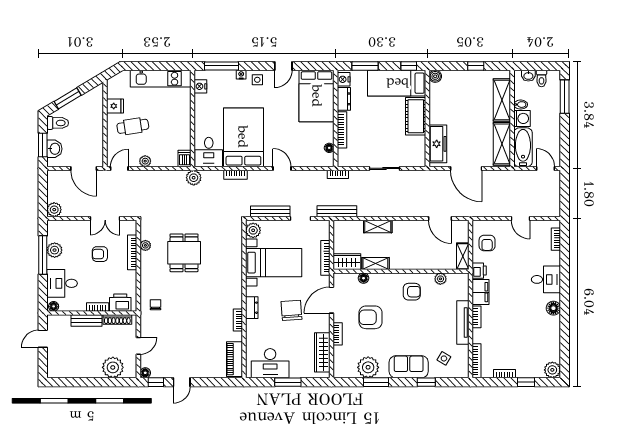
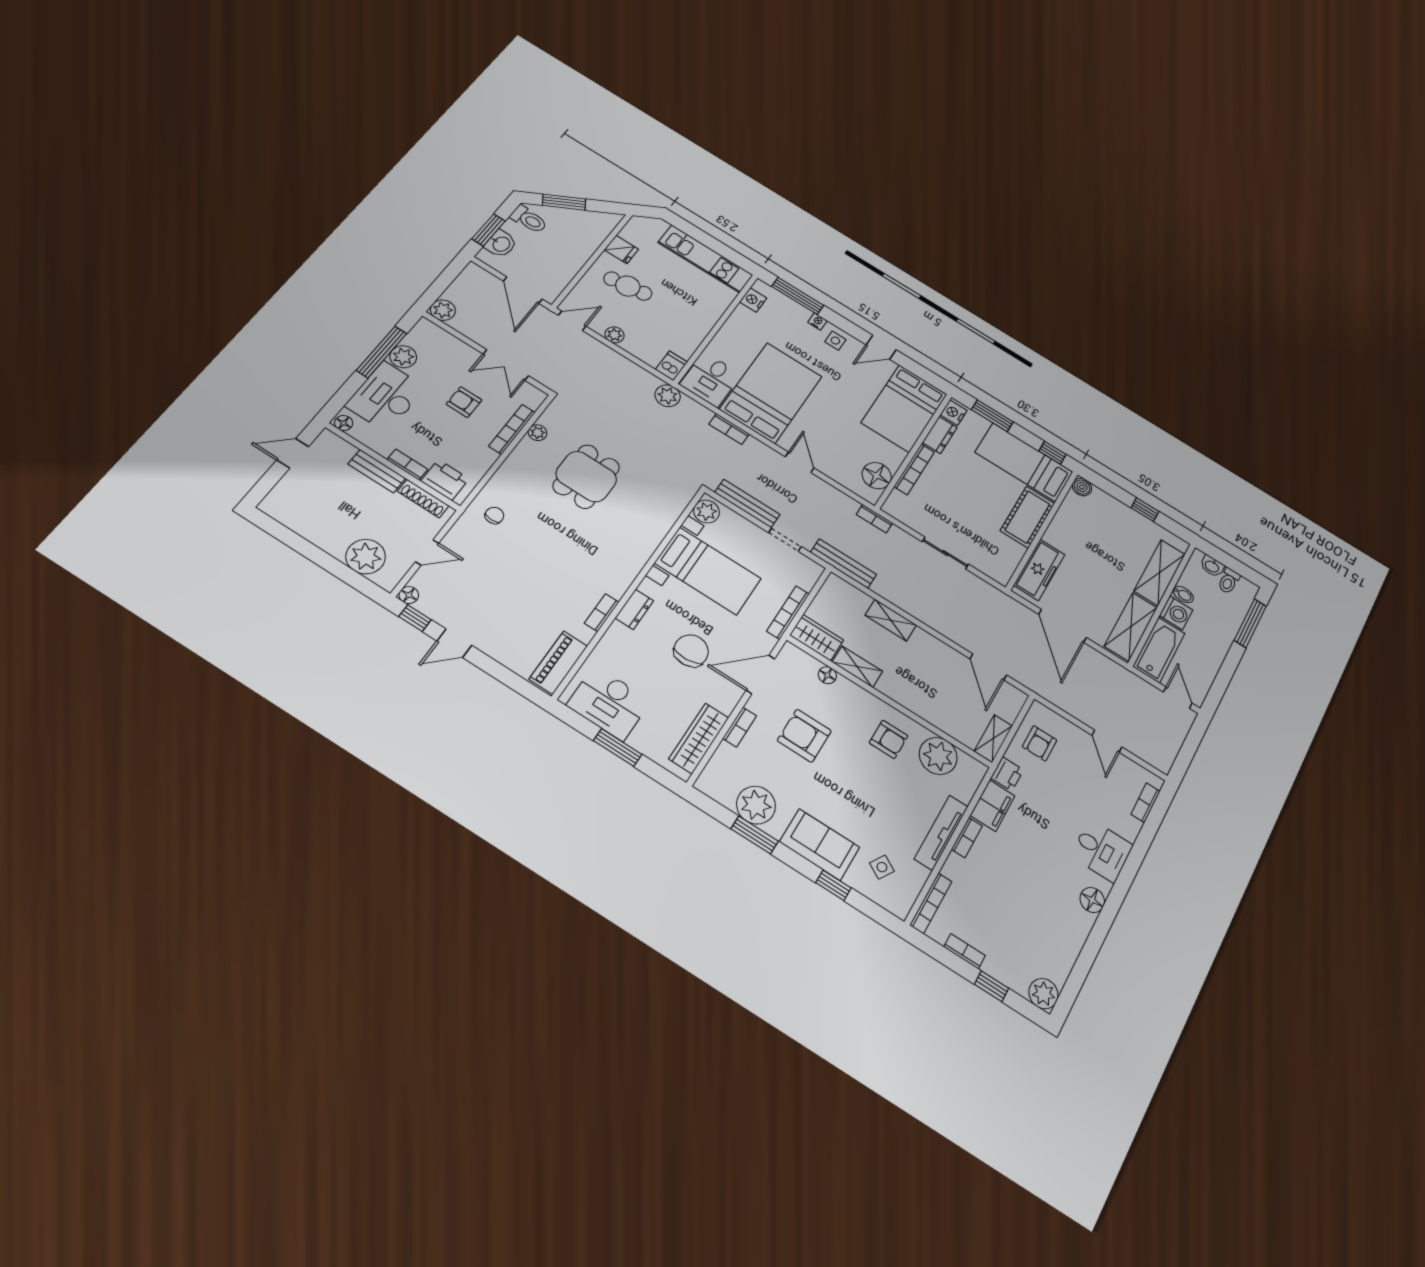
floor lamp: (329, 148) -> (877, 476), width x1.89, depth x1.89
plant: (440, 279) -> (938, 756), width x1.88, depth x1.88
desk: (62, 283) -> (386, 397), width x1.37

